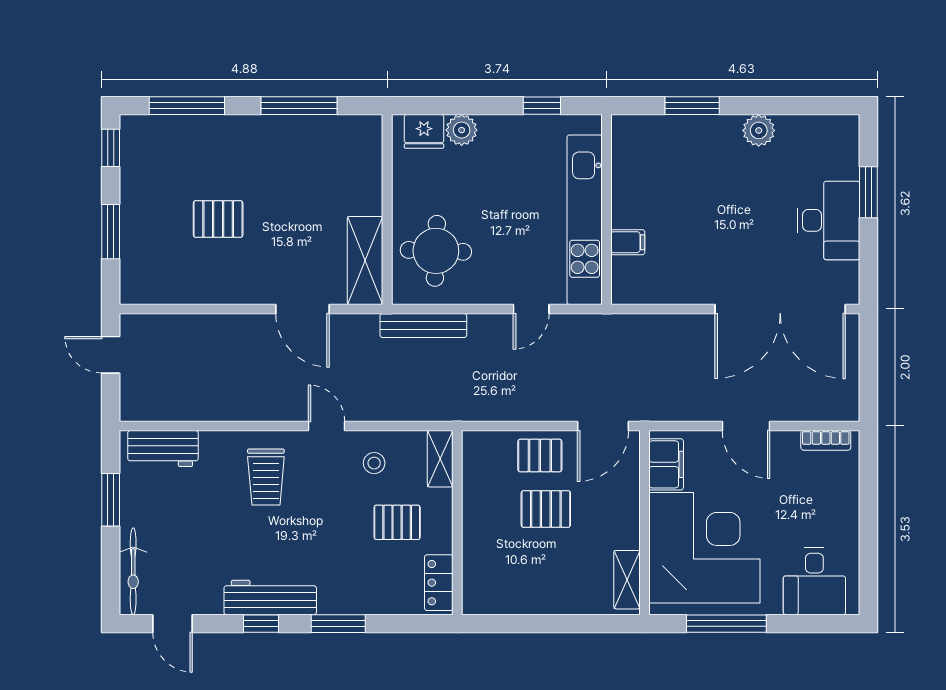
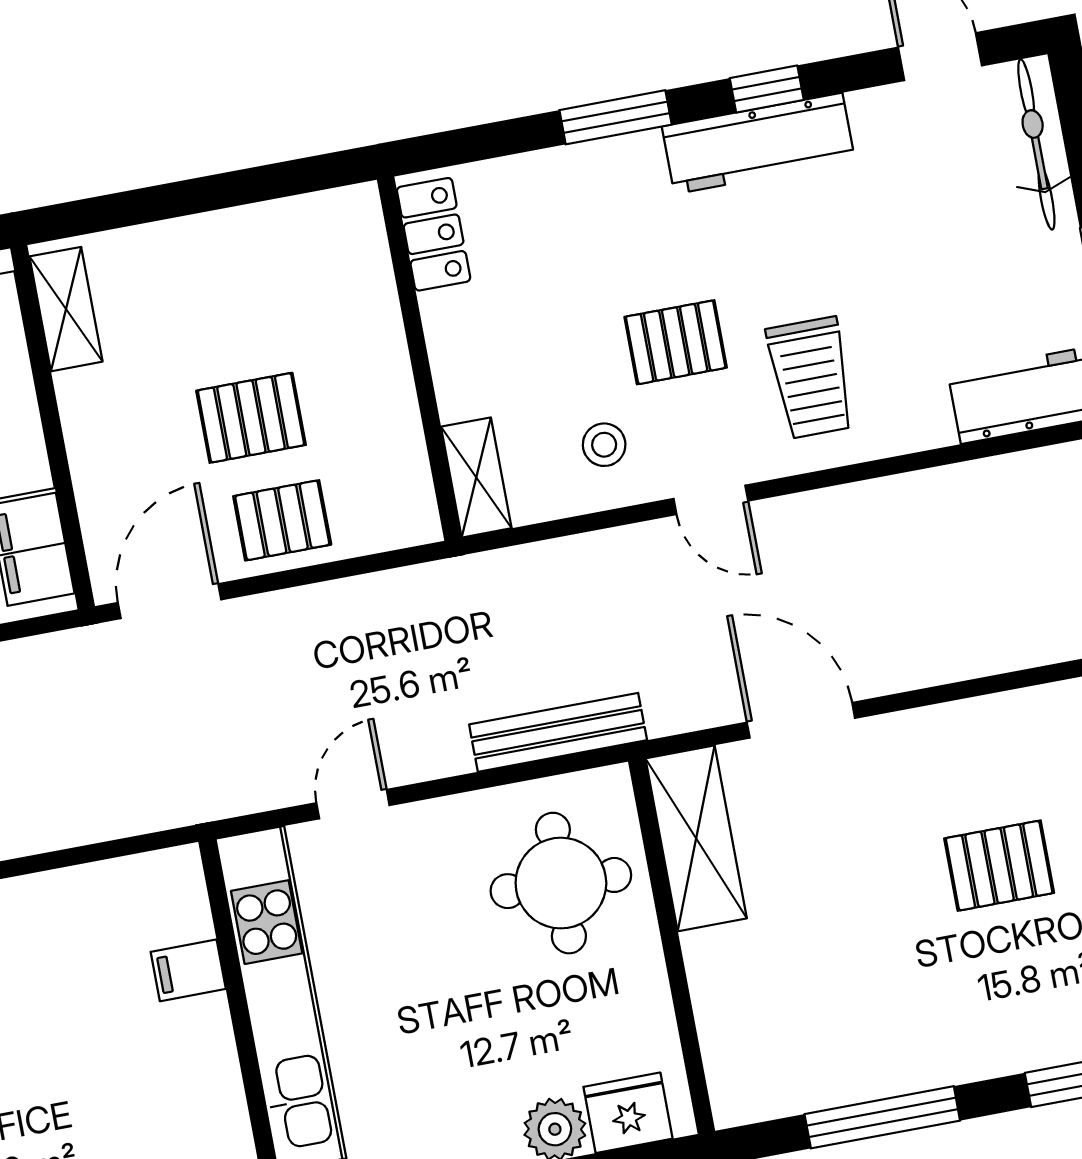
trolley: (266, 477) -> (811, 378), turned 180
pallet: (397, 522) -> (676, 342), moved

